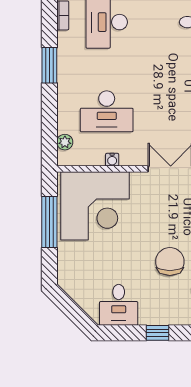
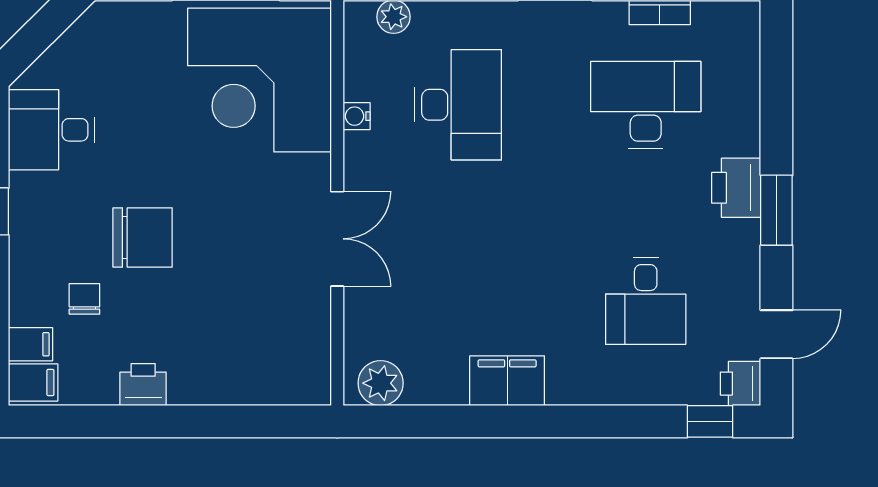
desk: (107, 111) -> (458, 105), turned 180

